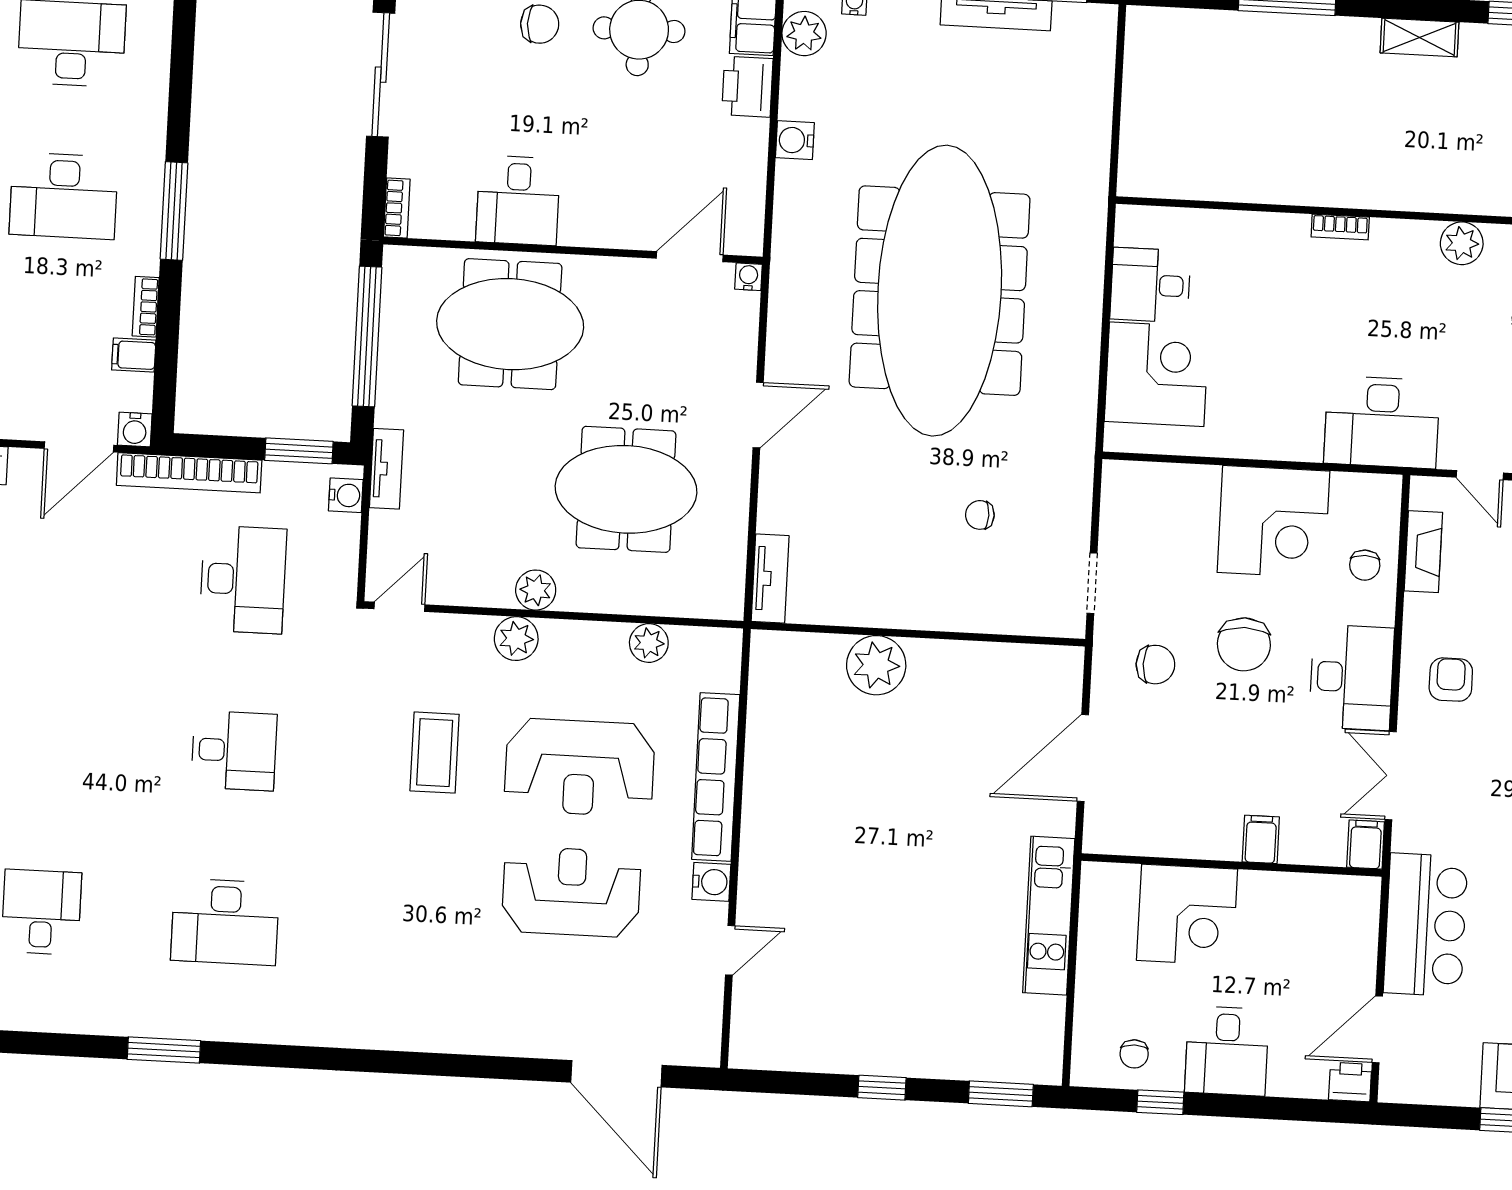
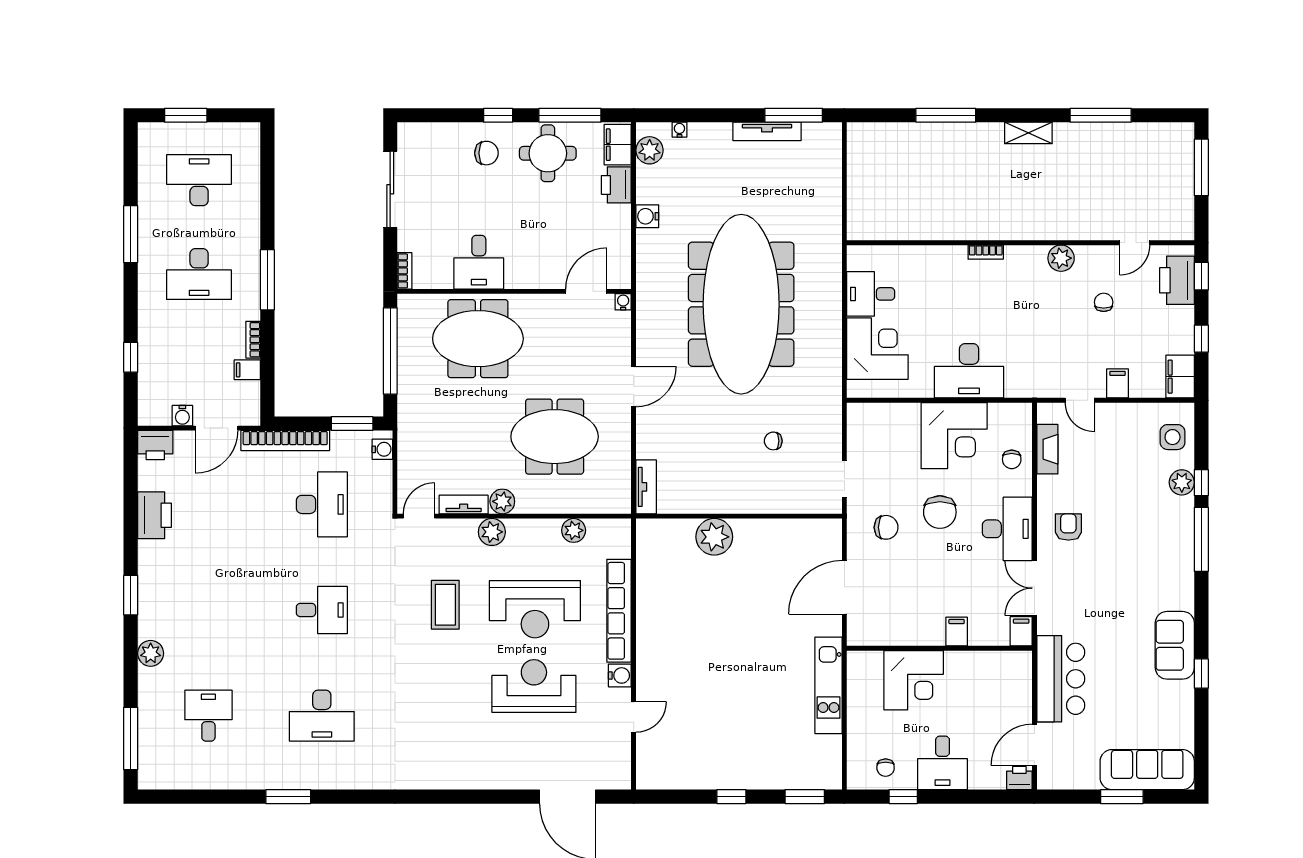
desk: (1382, 422) -> (969, 371), moved
water cooler: (135, 430) -> (182, 416), moved
tv unit: (386, 469) -> (464, 505), moved, turned -90

